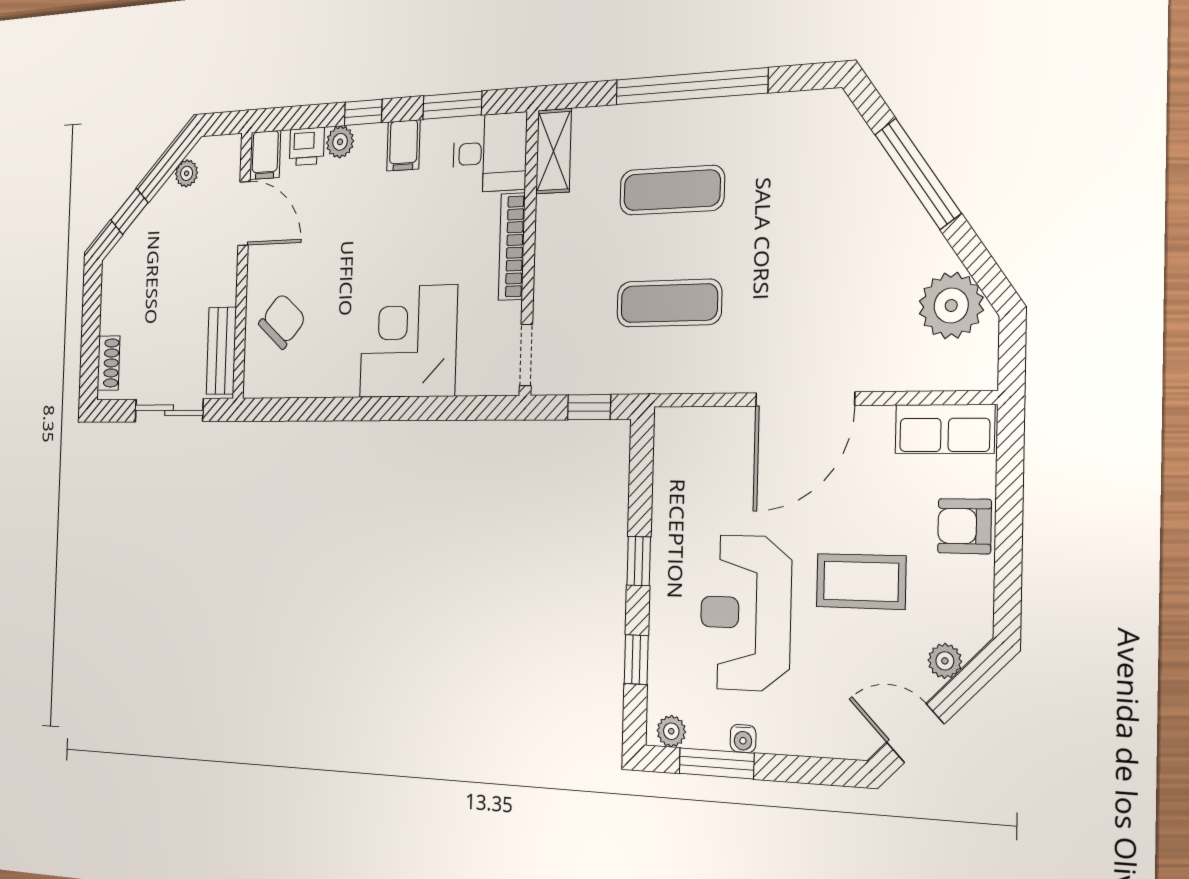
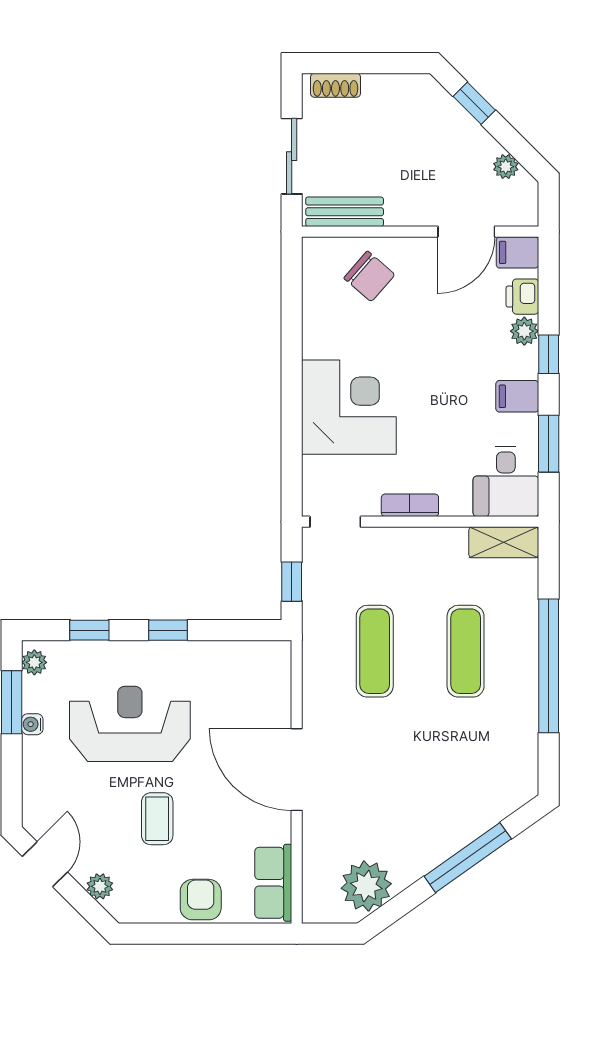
bookcase: (512, 247) -> (410, 505), width x0.64
coffee table: (861, 581) -> (157, 819), width x0.73, depth x0.77

